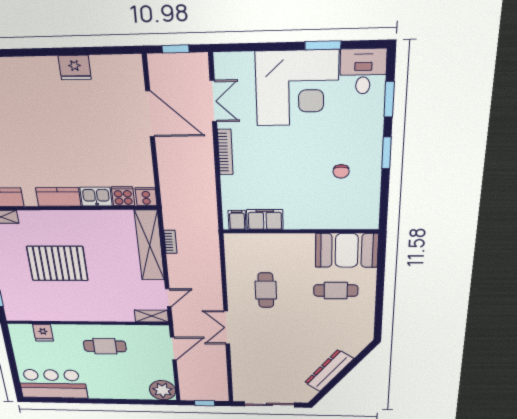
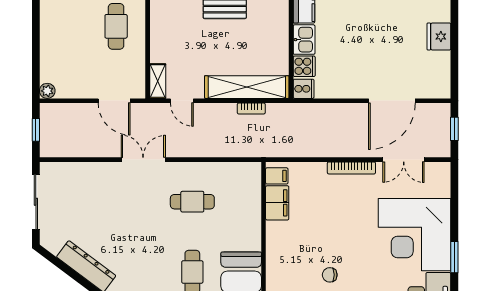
plant: (163, 390) -> (47, 91), width x0.53, depth x0.53

